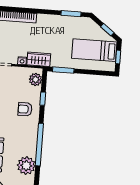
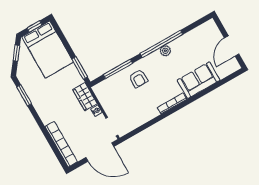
bed: (94, 50) -> (48, 49), width x1.50
plant: (35, 80) -> (105, 87), removed
window: (43, 99) -> (118, 69), width x2.17
plant: (26, 166) -> (165, 51), moved, width x0.53, depth x0.53

